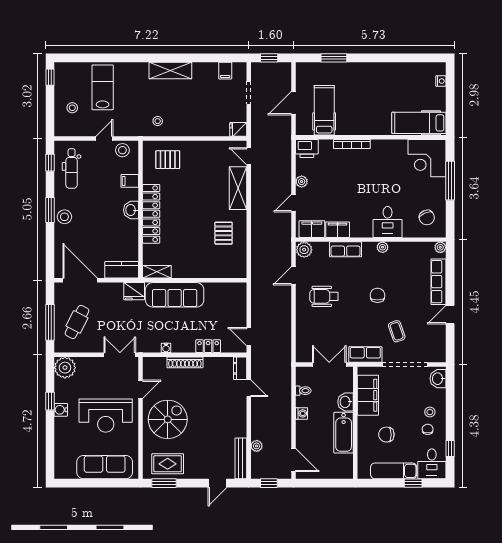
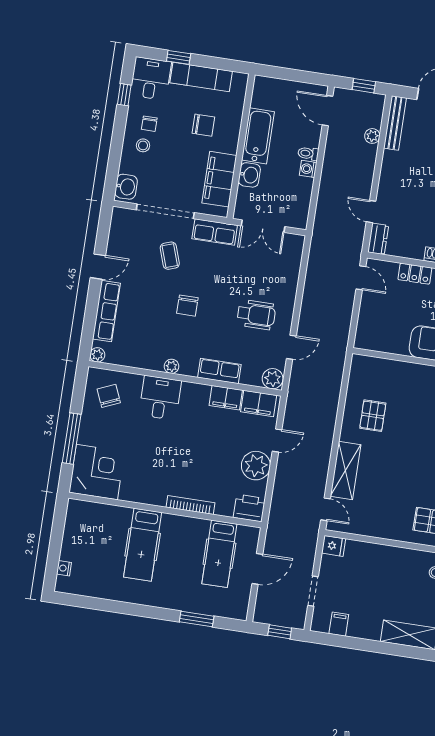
hospital bed: (419, 123) -> (143, 545), moved, turned 90
plant: (302, 182) -> (256, 466), width x1.87, depth x1.87
toilet: (303, 391) -> (308, 154), moved

